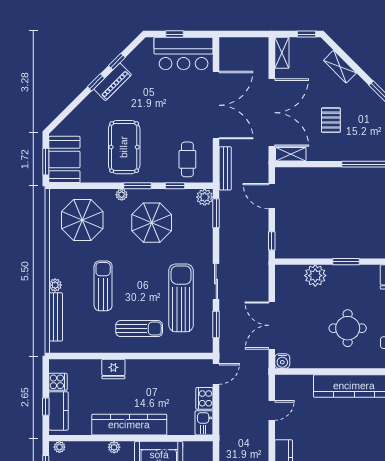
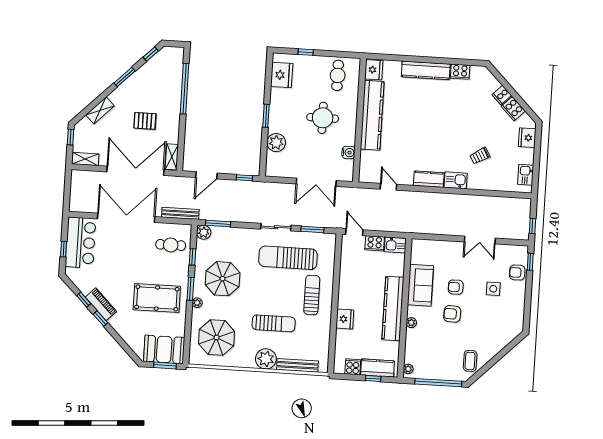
plant: (55, 285) -> (266, 359), width x1.87, depth x1.87
sun lounger: (103, 286) -> (274, 323), turned 180
water cooler: (282, 361) -> (348, 153), moved

